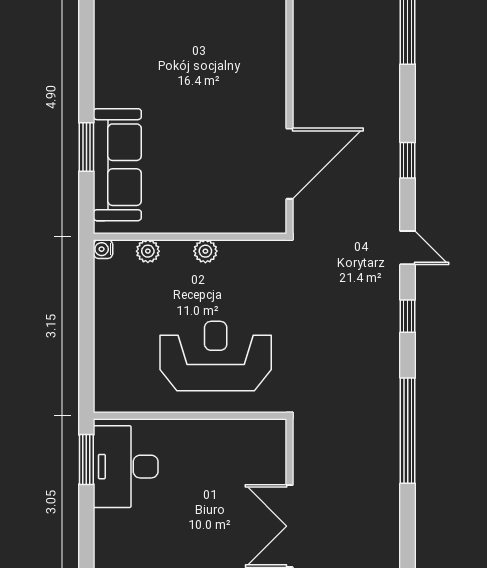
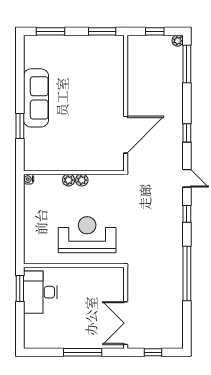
sofa: (117, 165) -> (36, 98), moved
plant: (148, 251) -> (68, 180), moved

